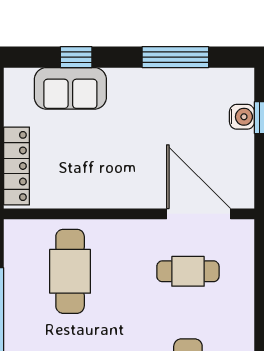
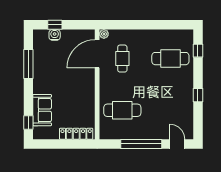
window: (76, 57) -> (28, 122), moved
plant: (244, 229) -> (104, 34), added

